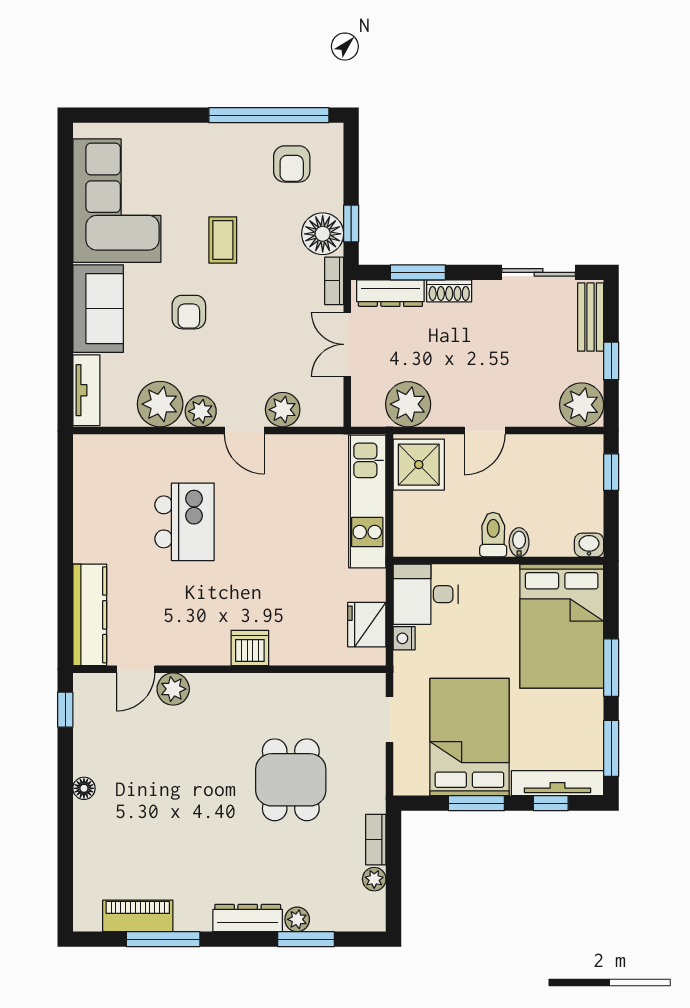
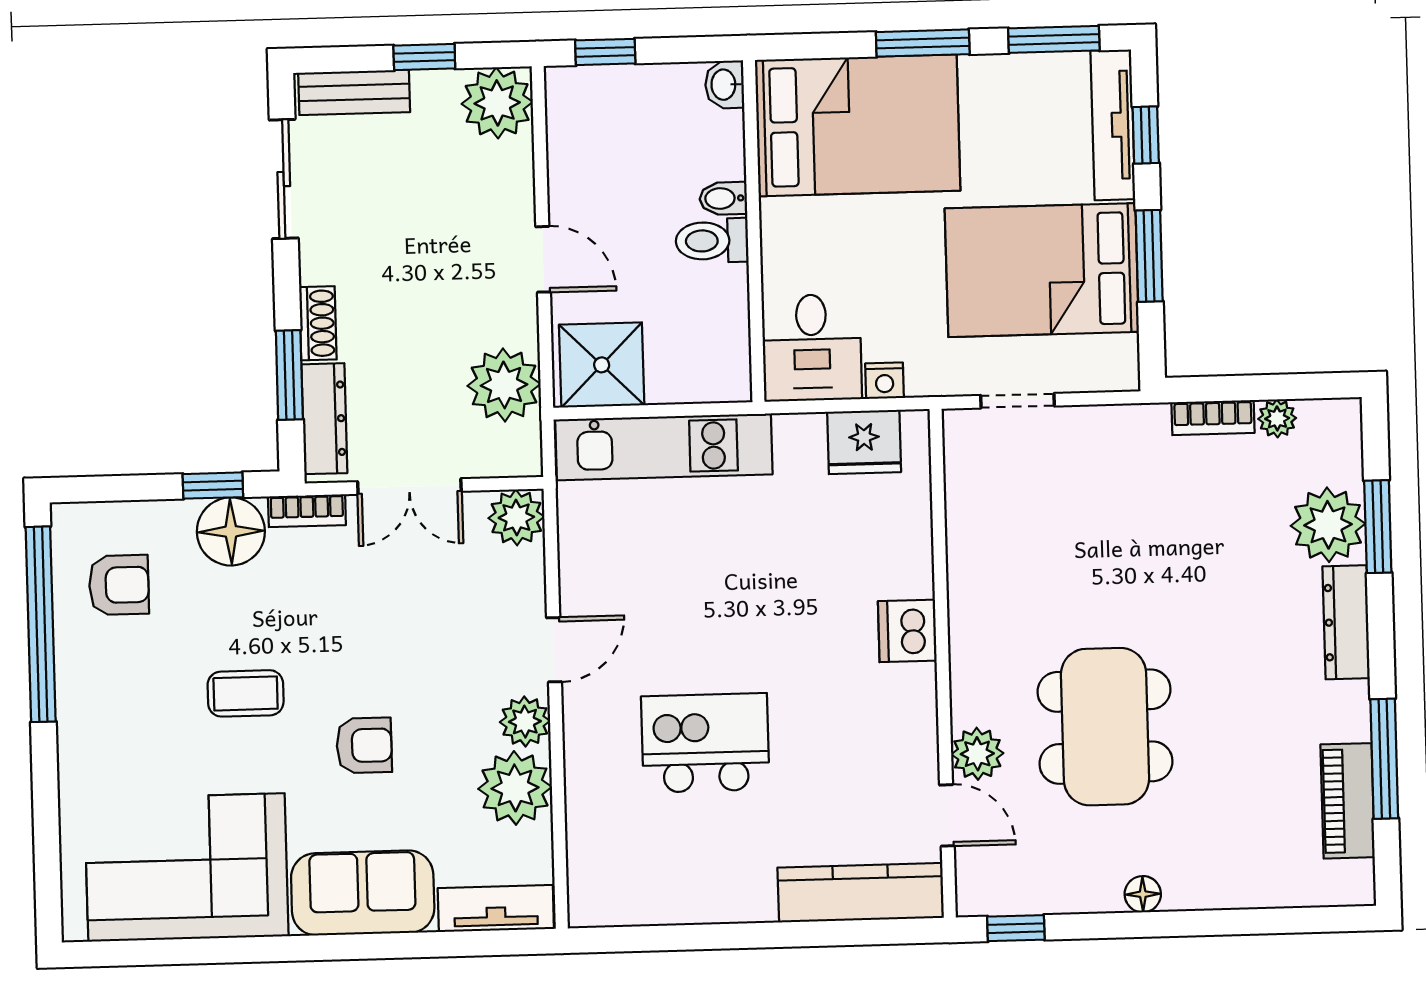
plant: (283, 410) -> (516, 517), moved
dining table: (291, 780) -> (1105, 727), moved, width x1.38
plant: (297, 919) -> (1328, 525), width x1.87, depth x1.87

